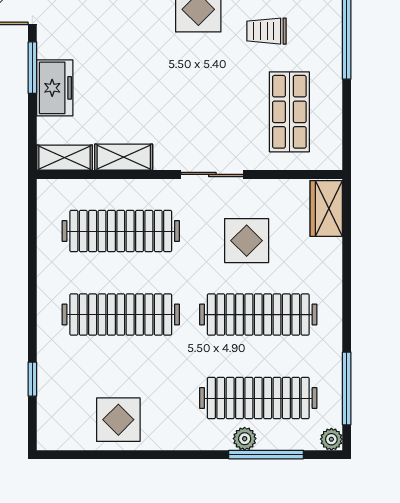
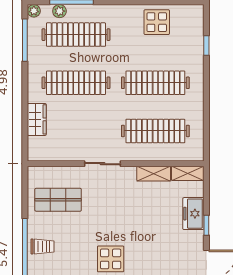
trolley: (266, 31) -> (42, 246), moved
window: (32, 68) -> (206, 225), width x0.67
shop shelf: (289, 112) -> (58, 200), turned 90
wardrobe: (326, 208) -> (37, 119), moved
display table: (247, 241) -> (83, 125), removed
plant: (245, 439) -> (59, 11), moved

